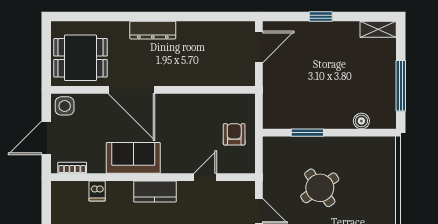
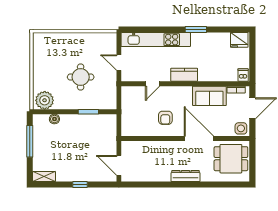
door: (259, 47) -> (119, 165), hinge flipped
armchair: (234, 134) -> (165, 118), moved
plant: (377, 151) -> (45, 100), added
sofa: (133, 158) -> (209, 96), moved
round table: (320, 188) -> (81, 77), turned 35
dishwasher: (97, 191) -> (243, 75), moved

